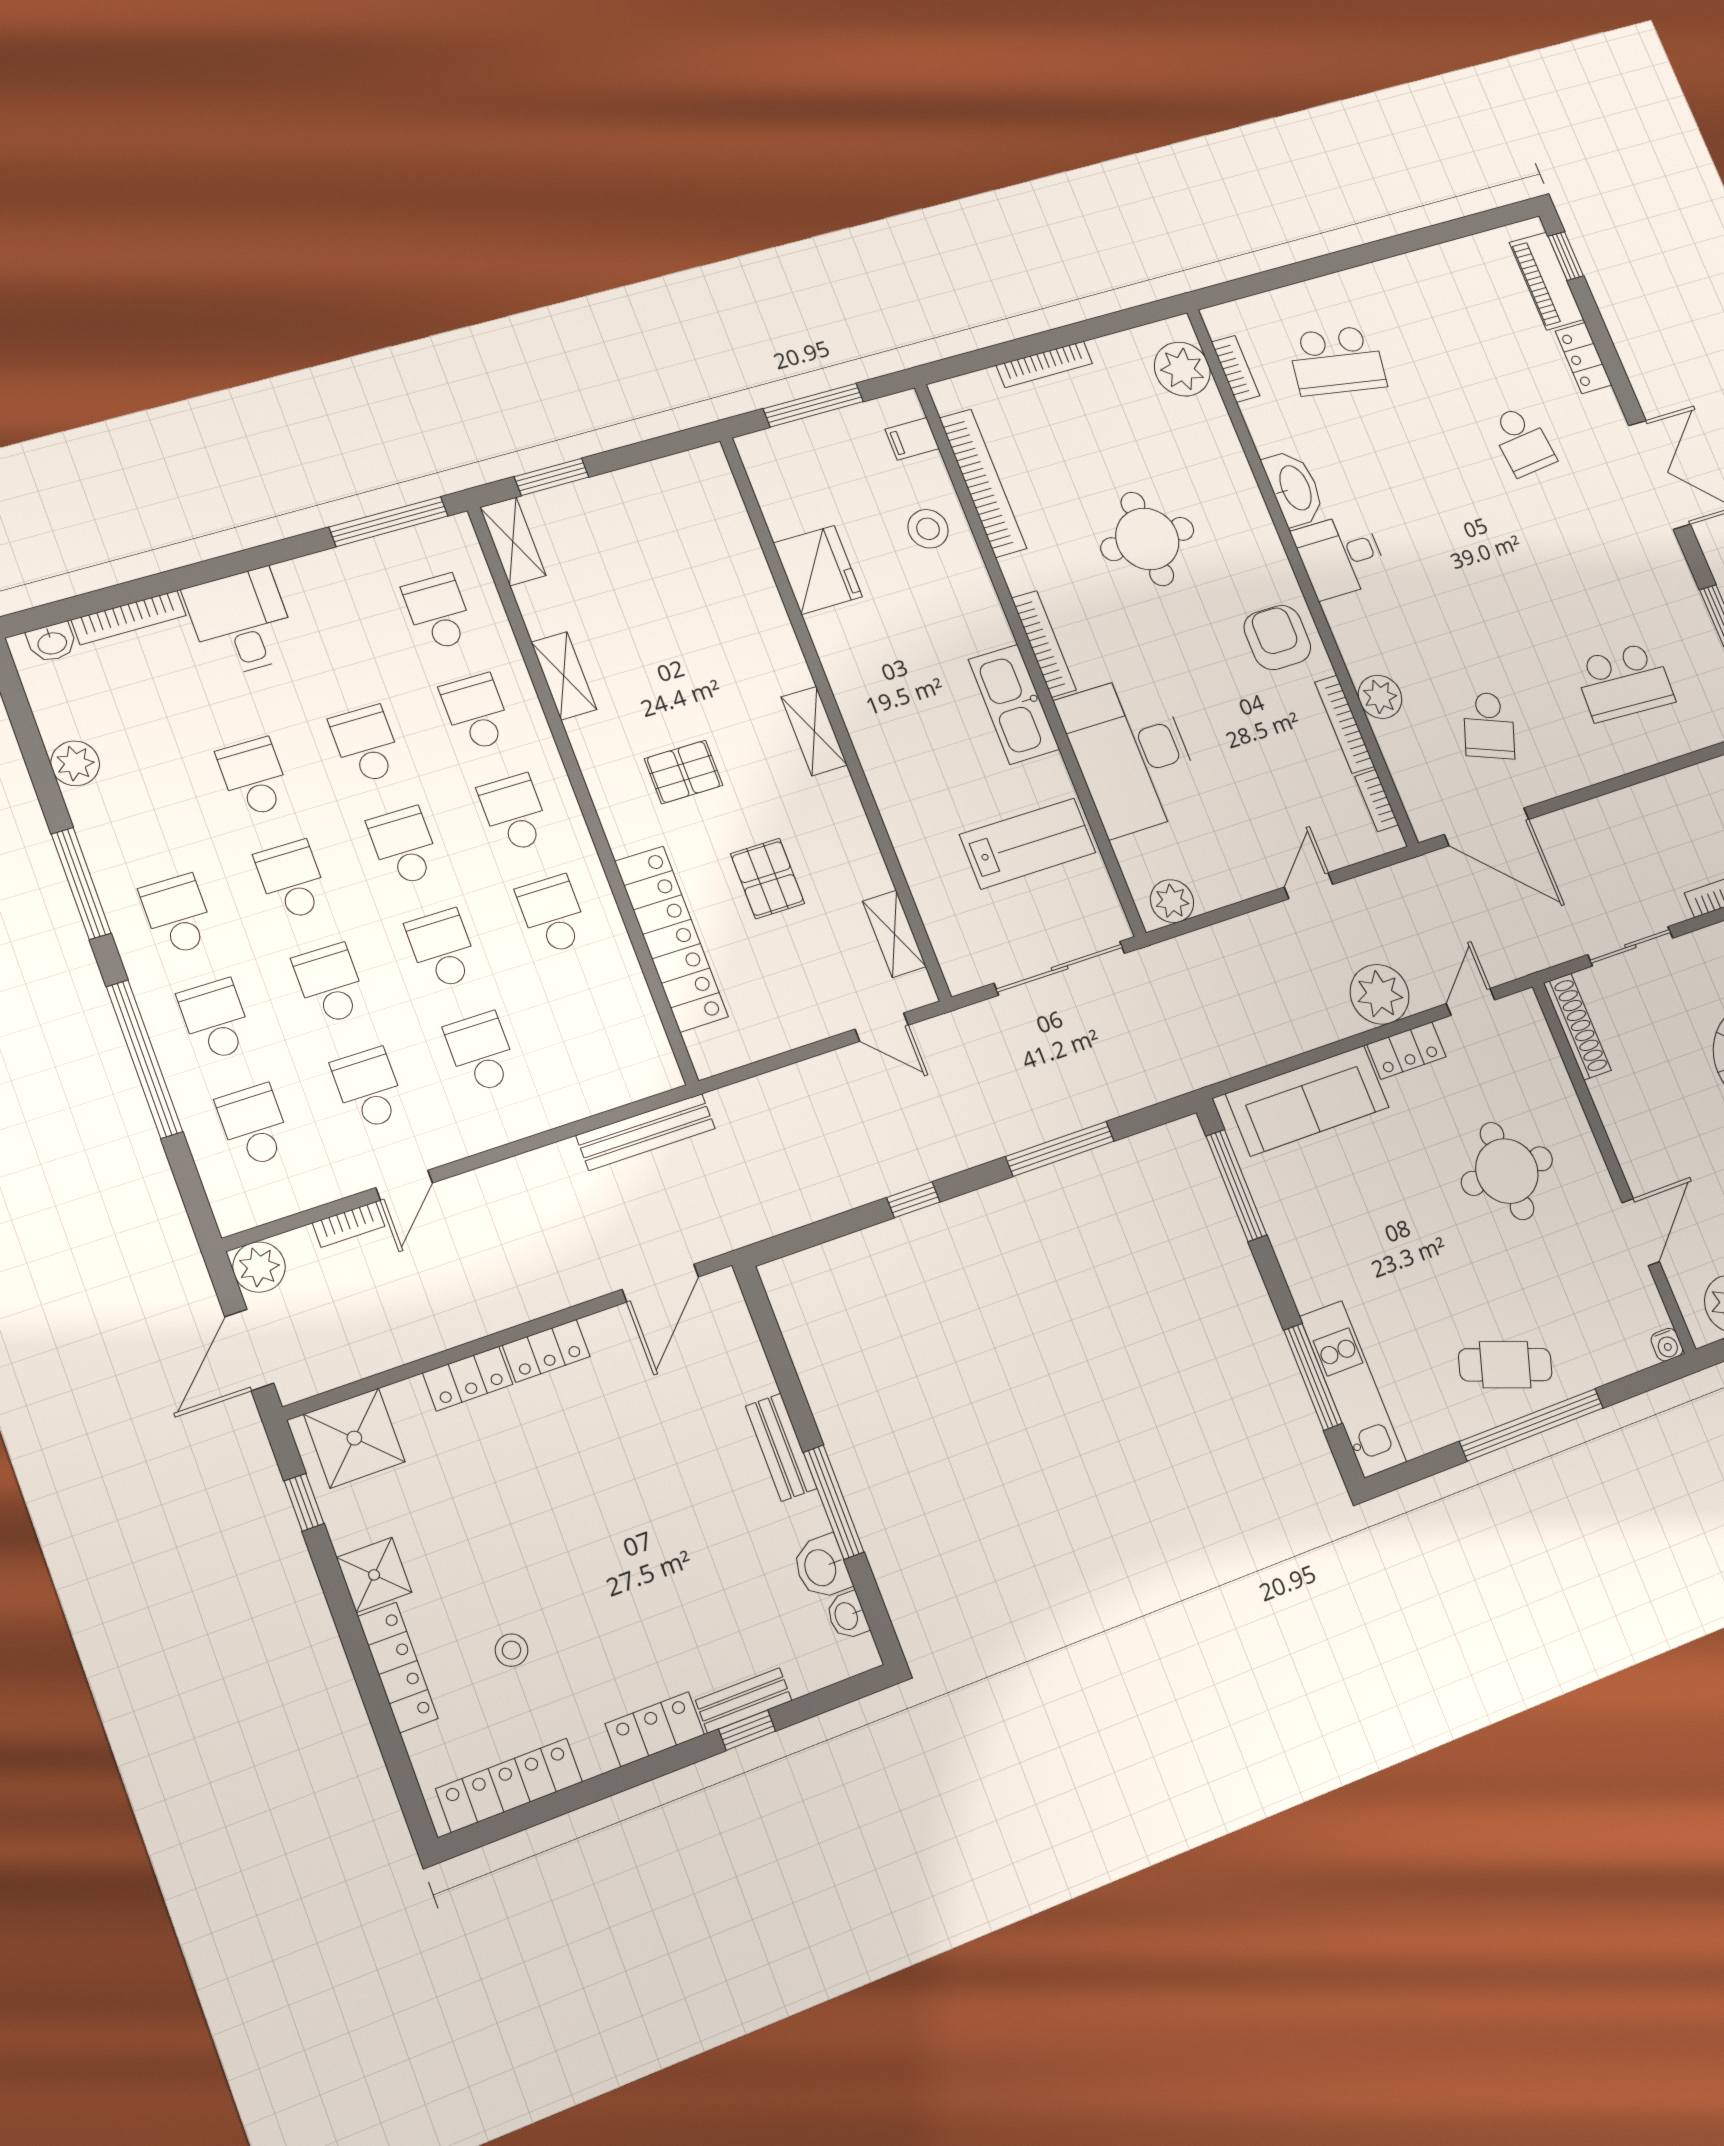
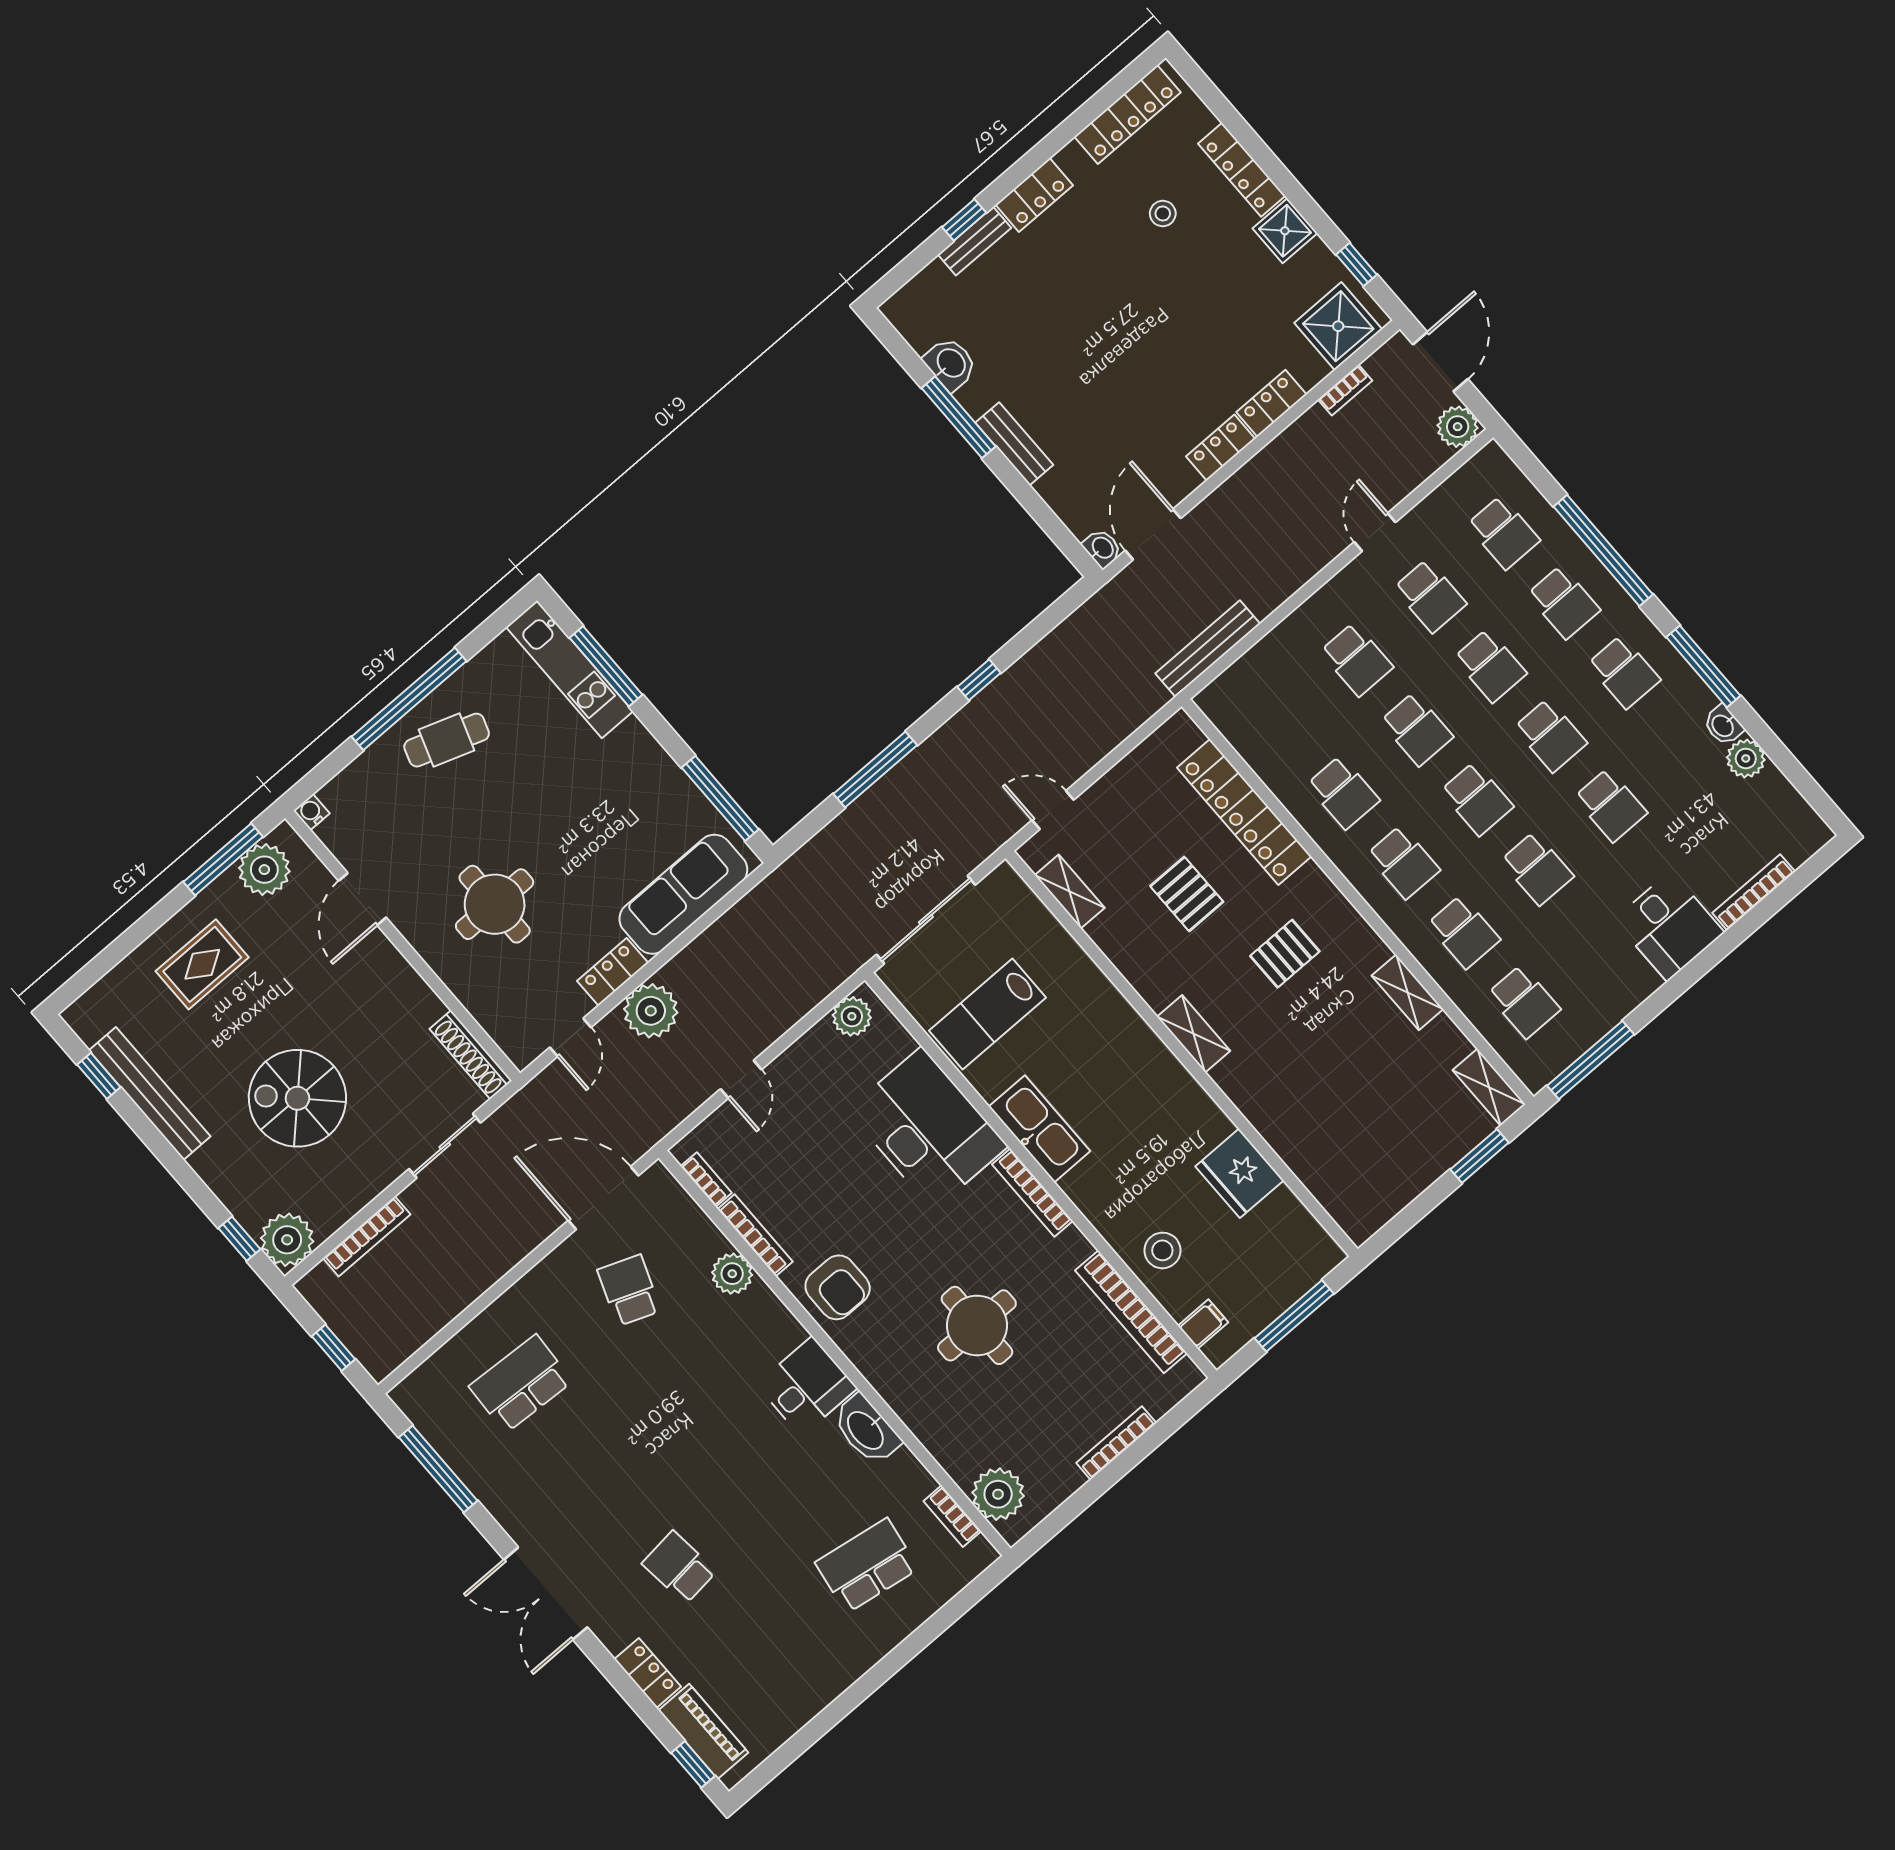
washbasin: (52, 642) -> (1723, 725), moved, turned -90
bookcase: (349, 1225) -> (1345, 390), moved, turned 180
washbasin: (847, 1616) -> (1102, 548), moved

